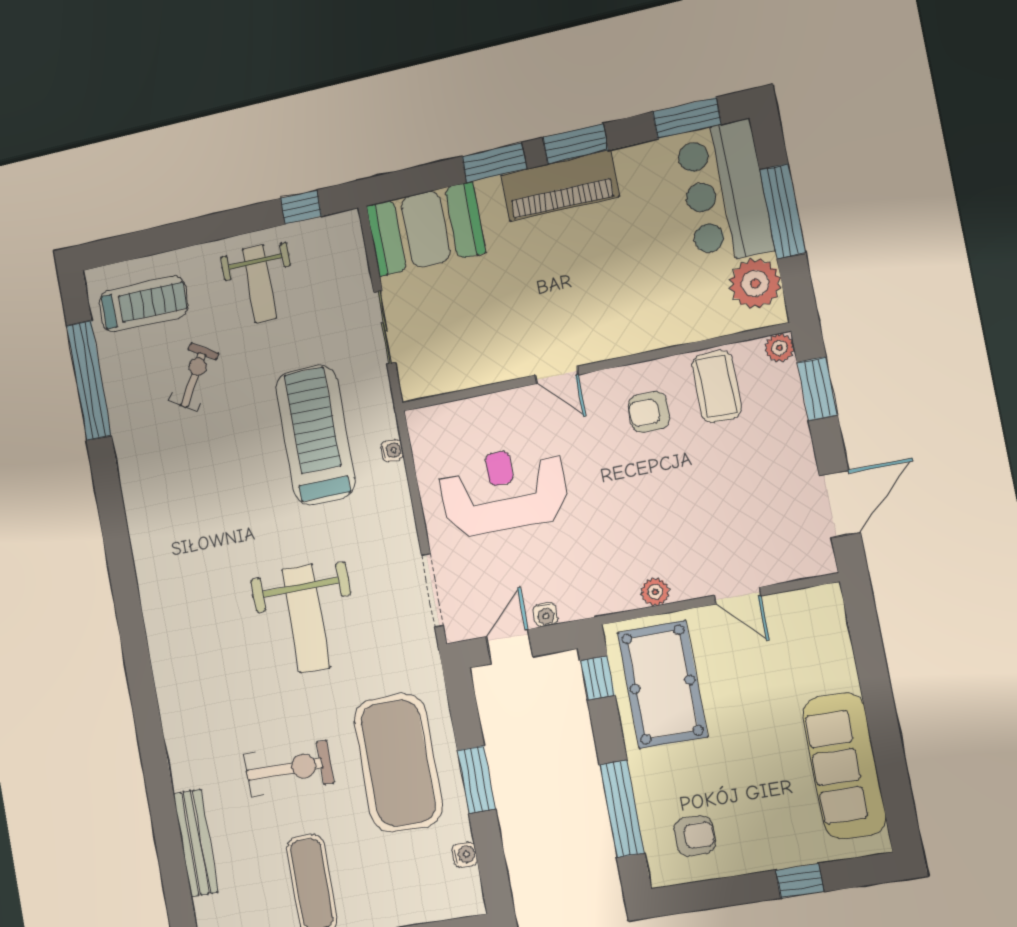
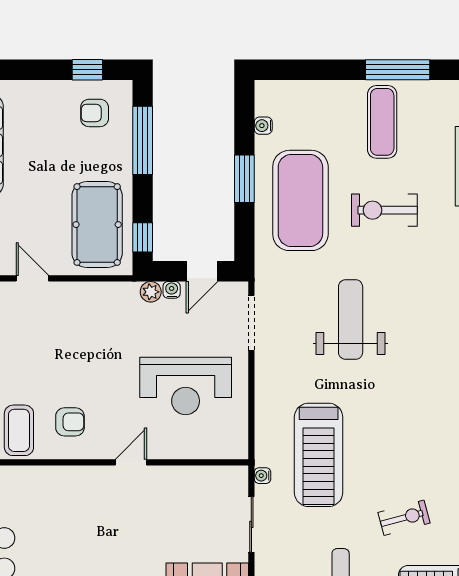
door: (557, 375) -> (131, 462), hinge flipped
exercise bike: (194, 377) -> (404, 518), turned -136
water cooler: (392, 450) -> (263, 476), moved
plant: (655, 592) -> (151, 292), moved
window: (800, 881) -> (87, 70), moved

